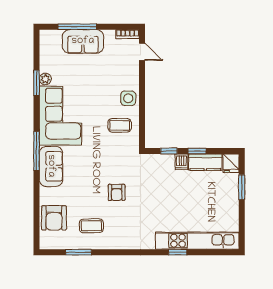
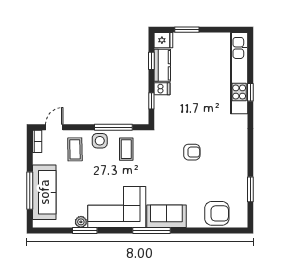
sofa: (83, 41) -> (44, 192), width x1.36
window: (142, 112) -> (113, 127), added
window: (197, 151) -> (151, 61), moved
coffee table: (91, 226) -> (75, 149), moved

